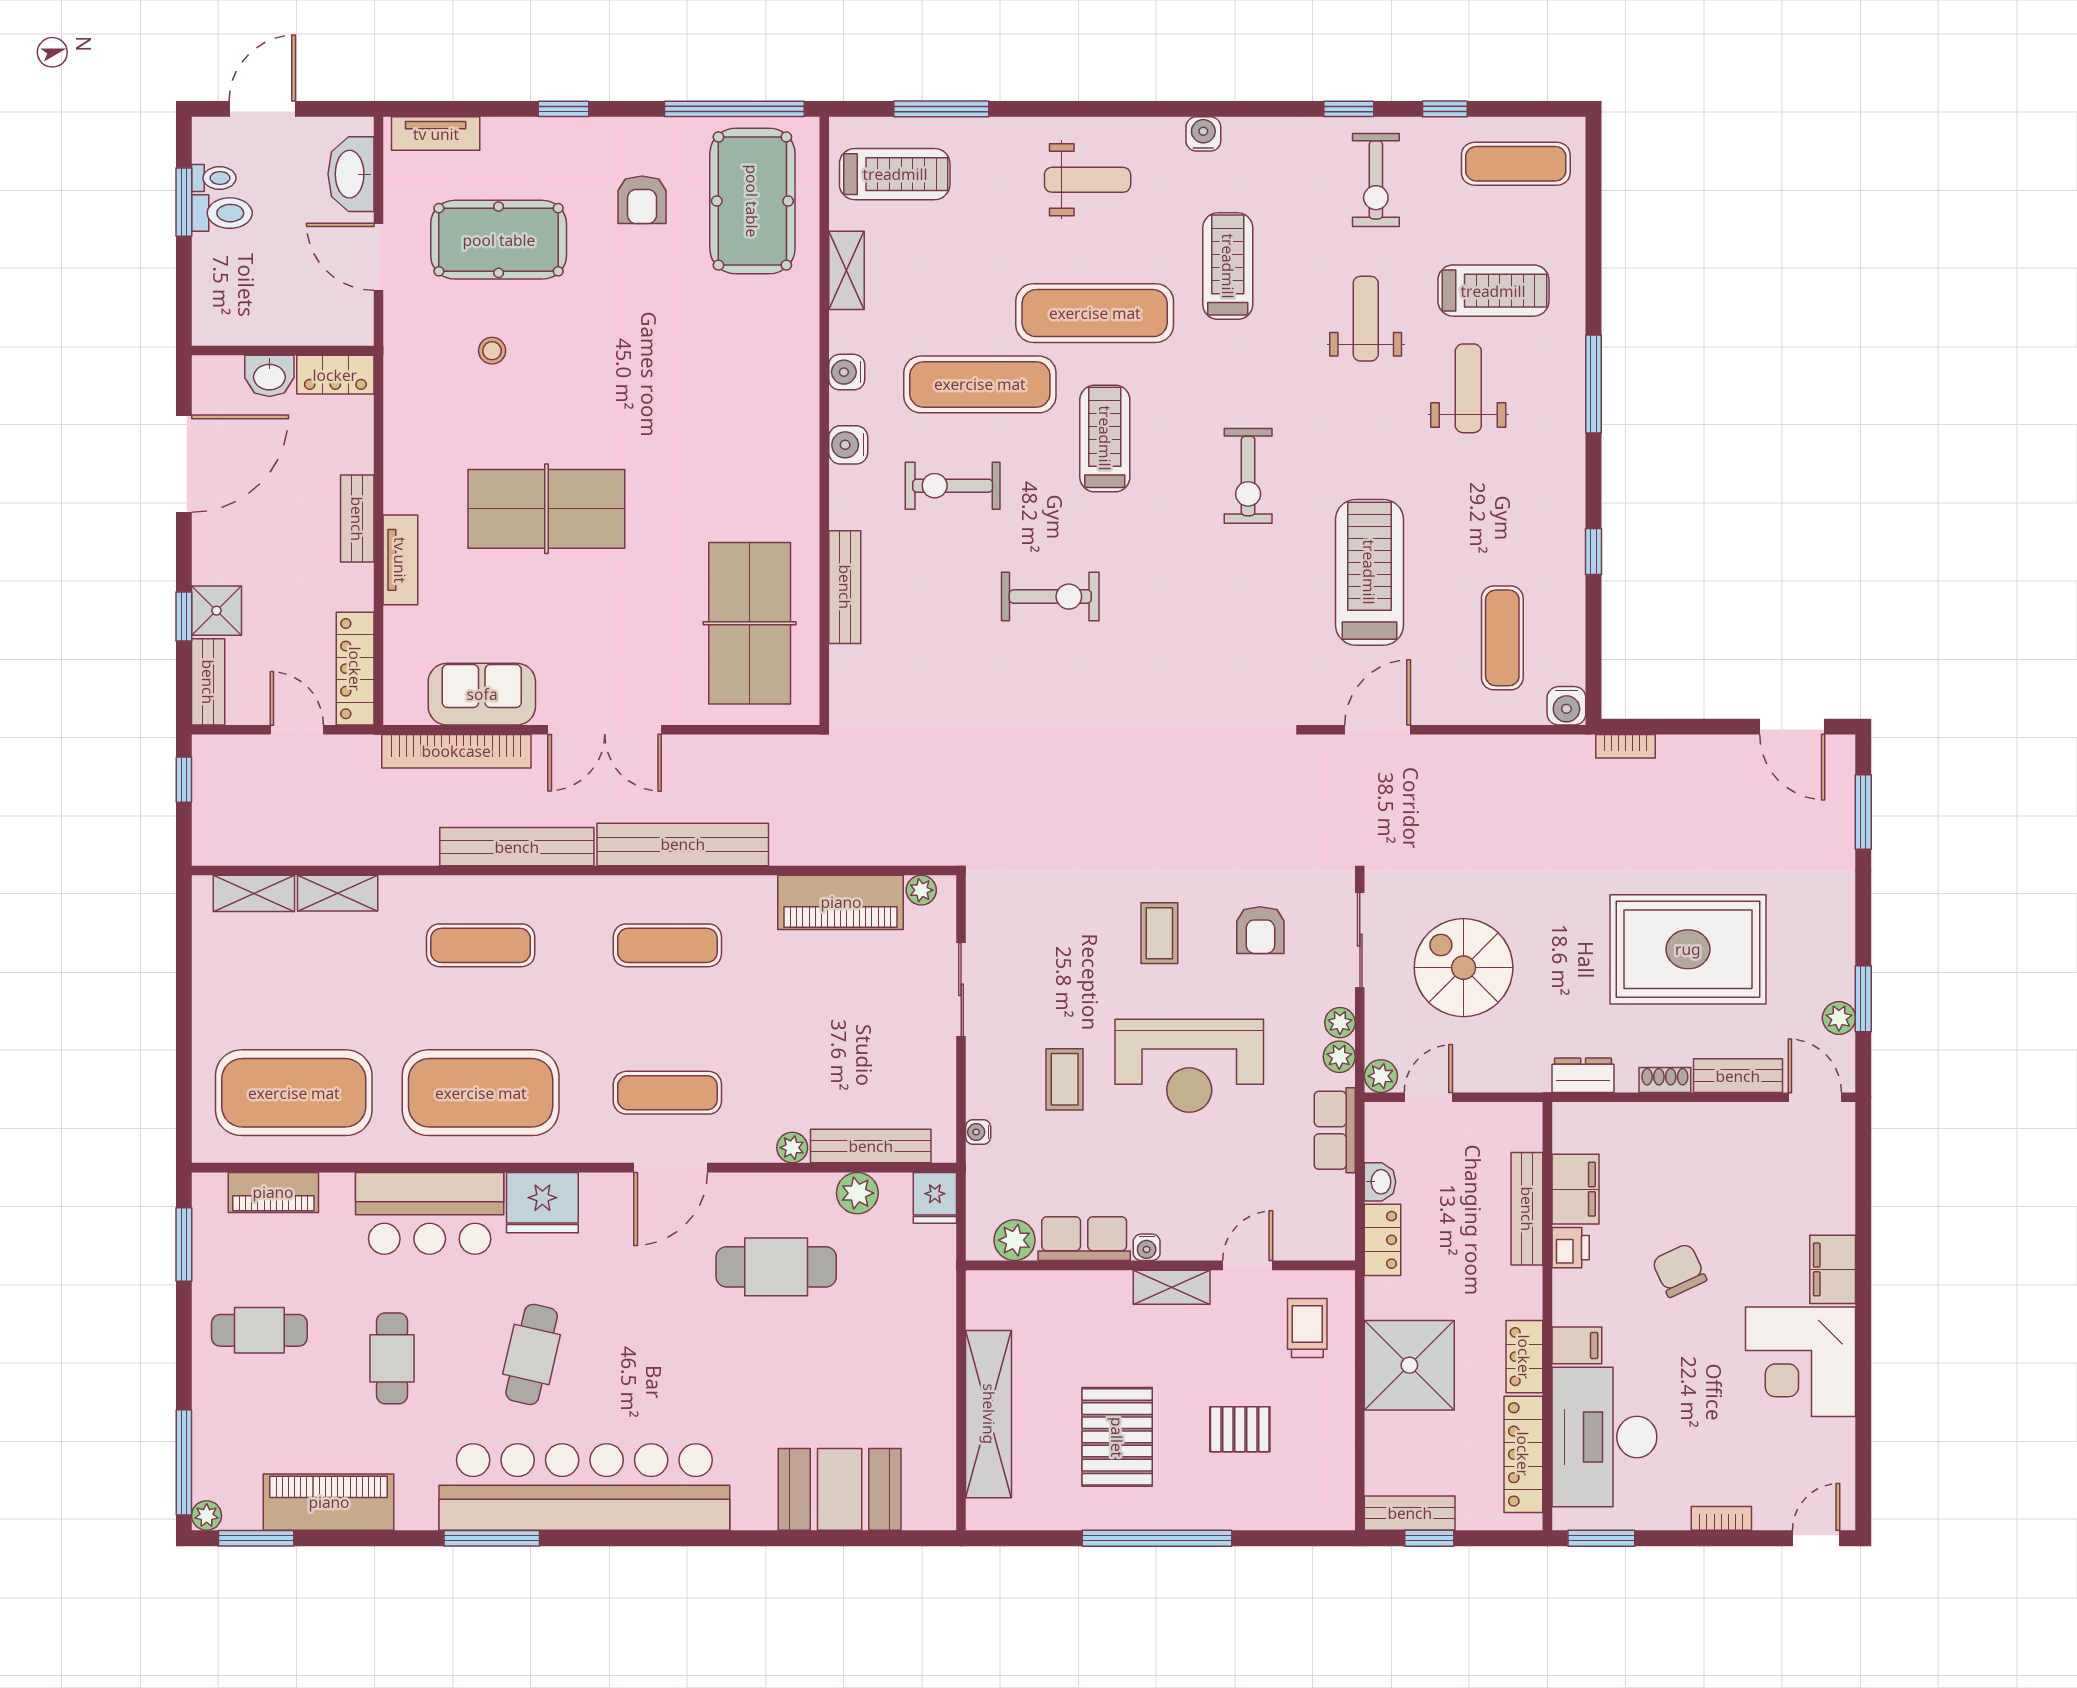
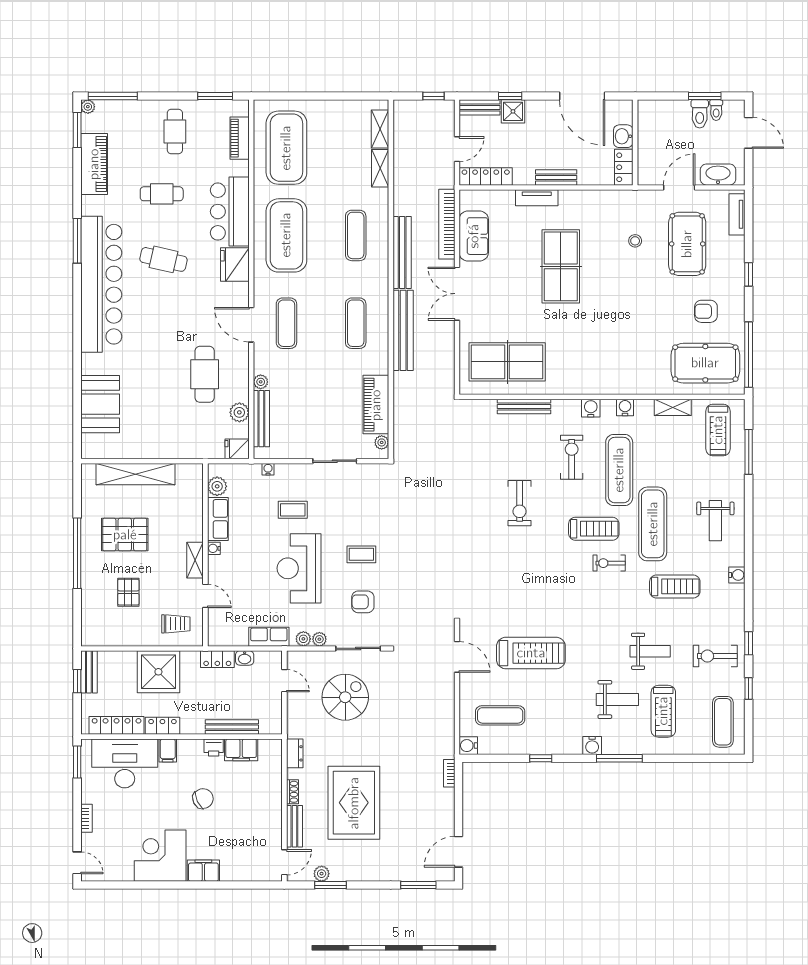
water cooler: (1566, 442) -> (592, 745), added
exercise bike: (1248, 476) -> (609, 563), moved, width x0.73, depth x0.72
plant: (1381, 1076) -> (294, 658), removed

